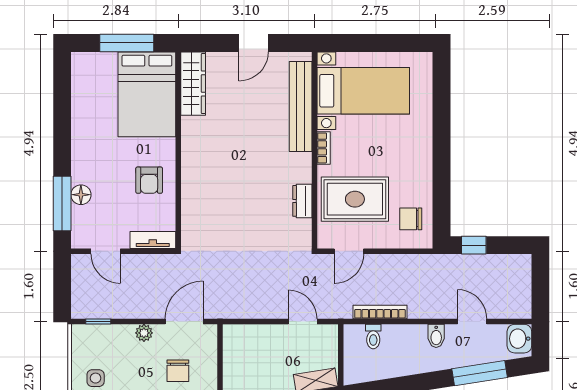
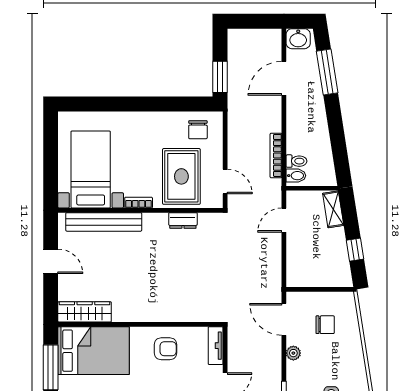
window: (474, 245) -> (220, 77), width x1.50
door: (472, 322) -> (284, 78), width x1.38
bidet: (436, 336) -> (296, 176), moved

